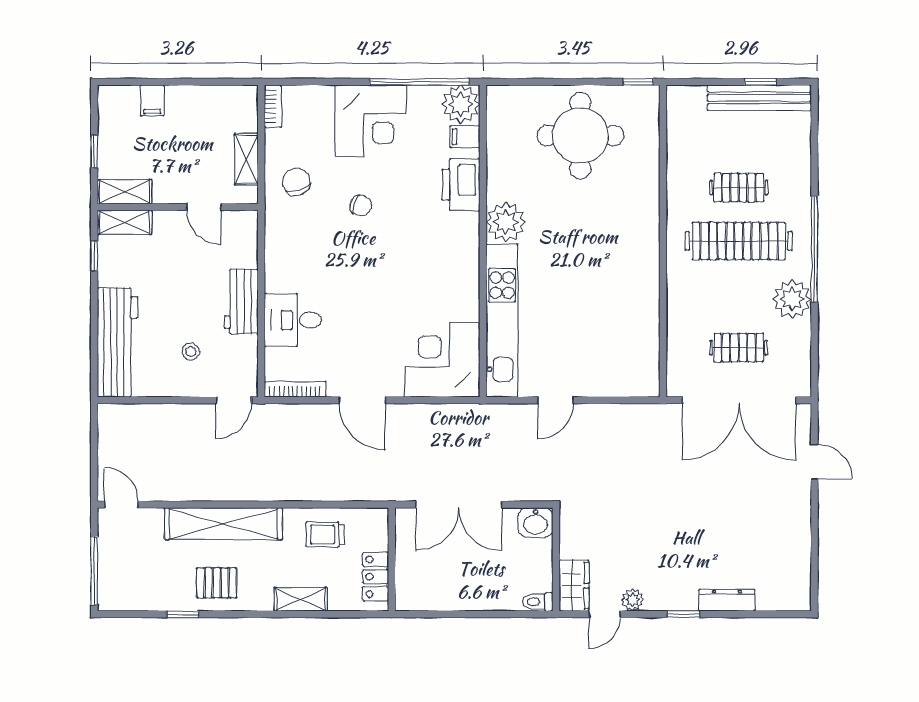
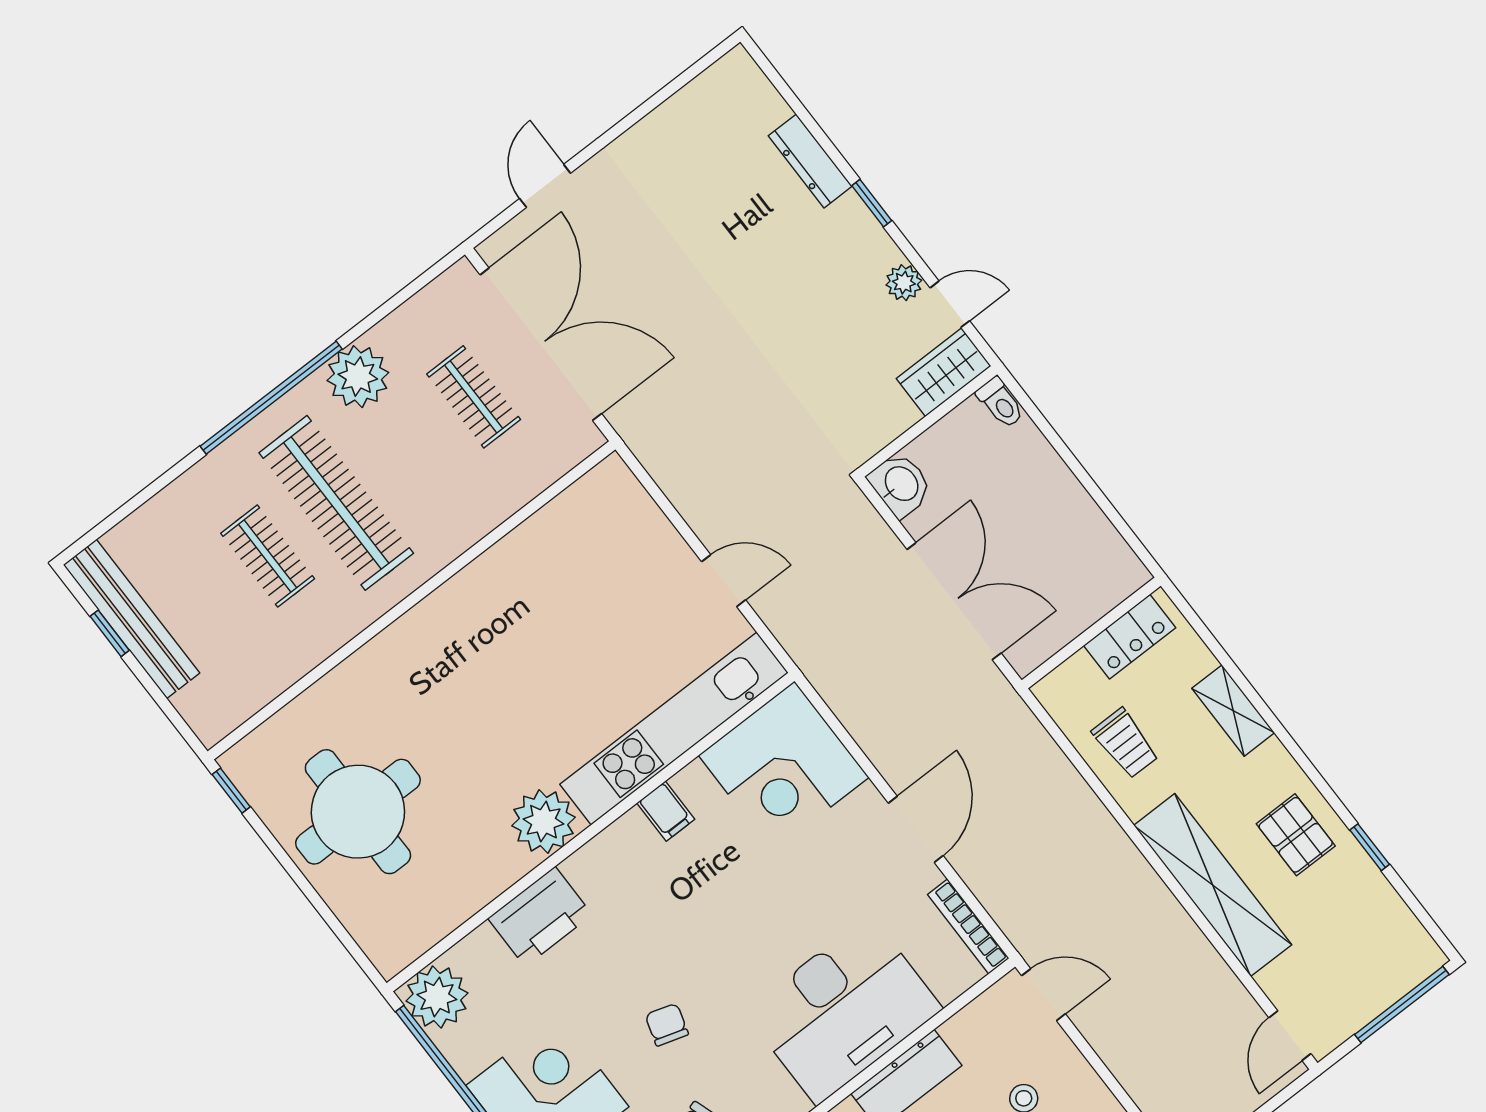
filing cabinet: (465, 137) -> (666, 811), moved
desk: (293, 320) -> (843, 1010), width x1.87, depth x1.30

